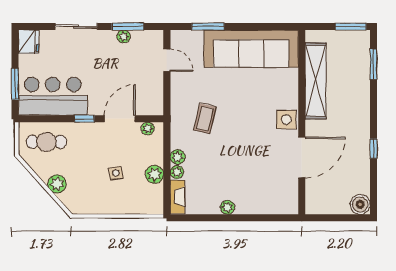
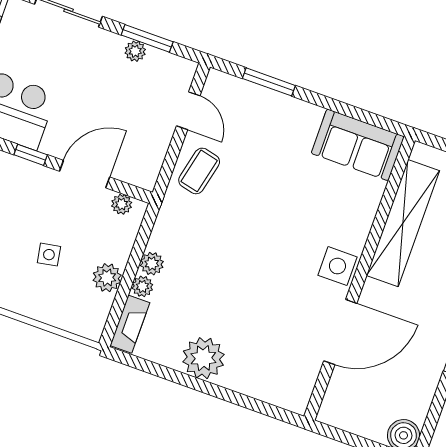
sofa: (251, 49) -> (358, 145), width x0.54, depth x0.79
coffee table: (205, 119) -> (199, 171), moved
plant: (227, 207) -> (203, 358), width x1.87, depth x1.87

